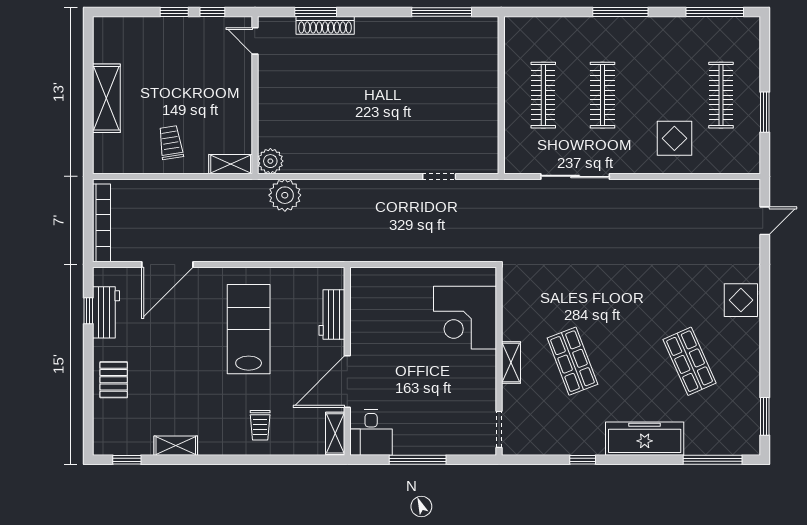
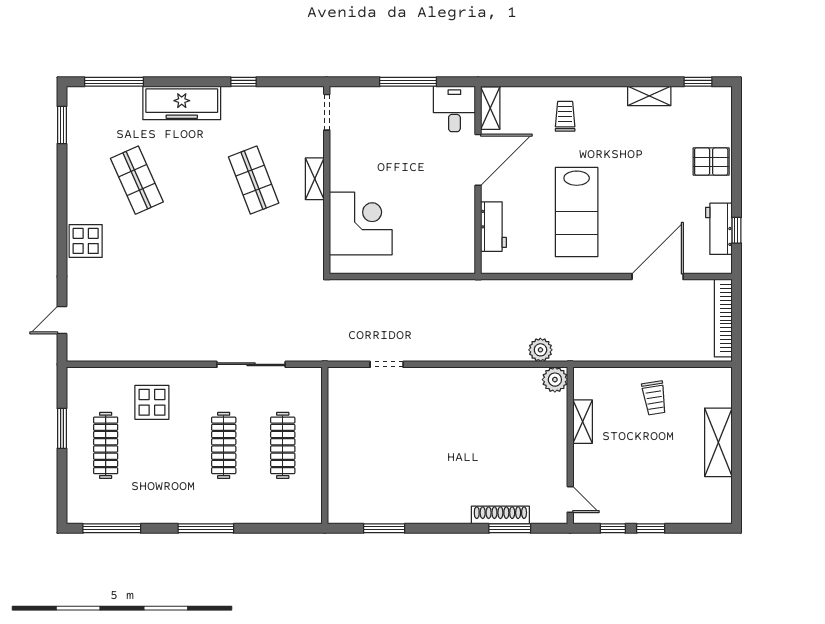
window: (442, 12) -> (384, 528), width x0.69
shelving: (231, 164) -> (583, 422), moved, turned 90
plant: (285, 195) -> (540, 350), width x0.73, depth x0.73
pallet: (114, 380) -> (711, 162), turned 90

